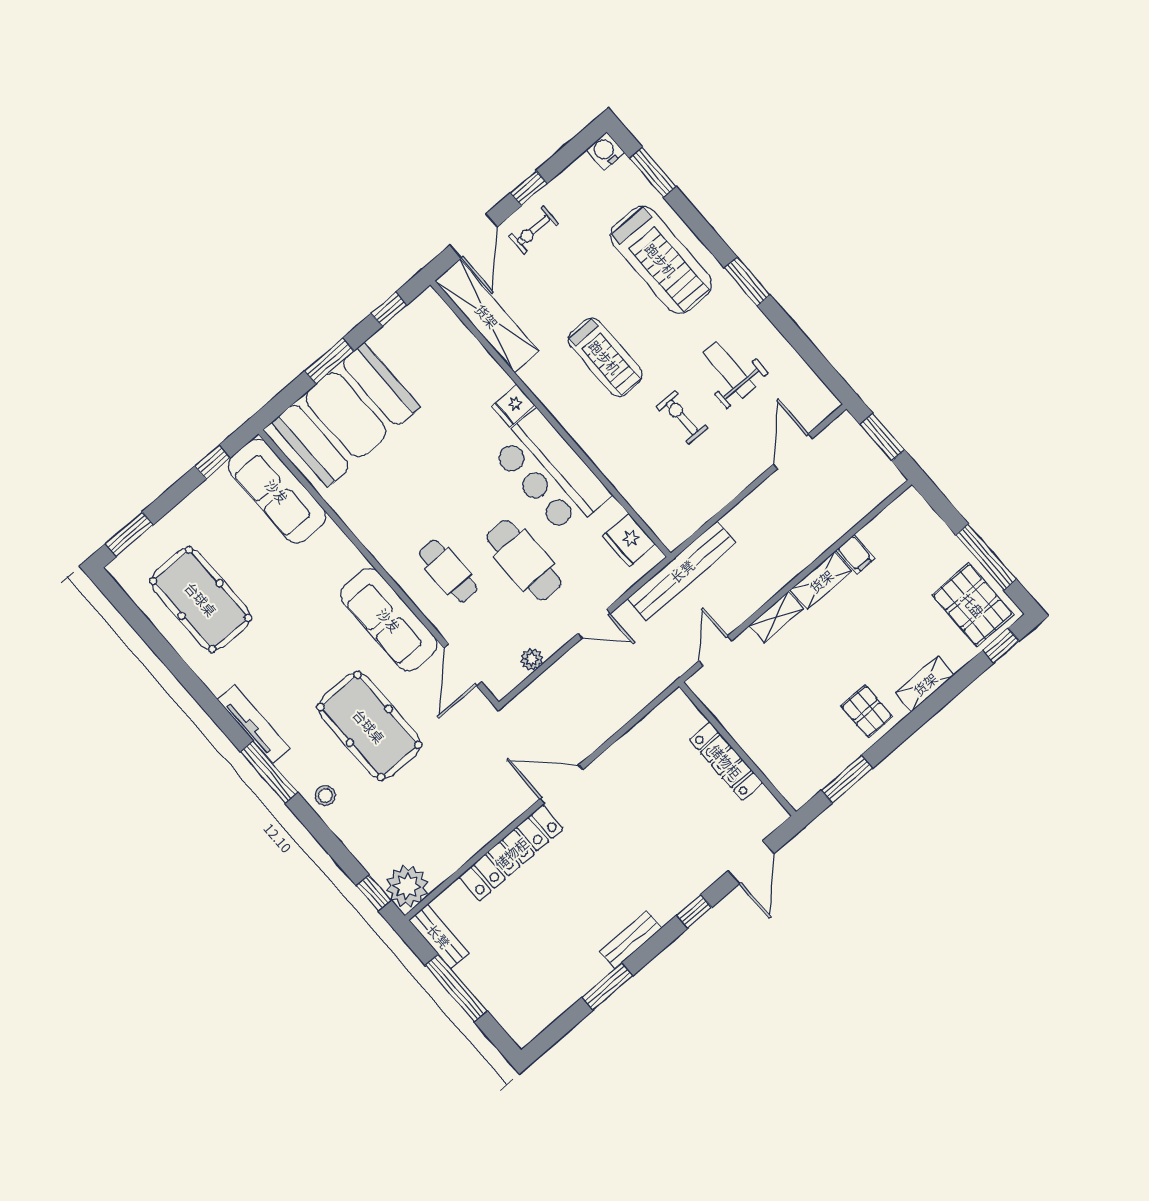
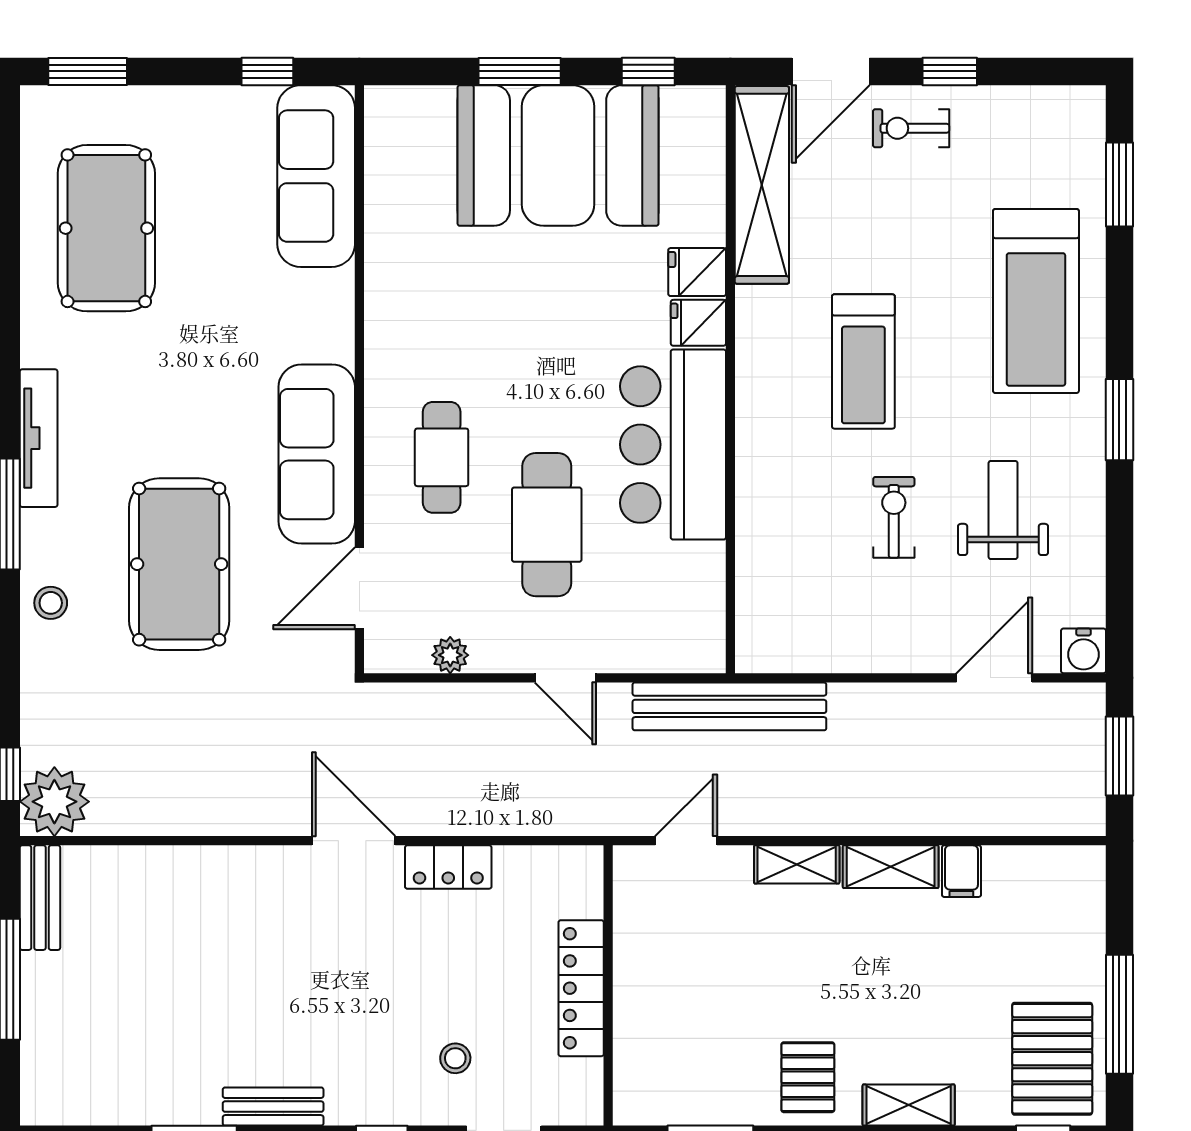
water cooler: (605, 151) -> (1084, 651), moved, turned 180
booth: (346, 415) -> (558, 155), moved
fridge: (629, 540) -> (697, 272), moved, width x0.72
stool: (696, 844) -> (455, 1058), added
locker: (511, 853) -> (448, 867), moved, width x0.46, depth x0.83

